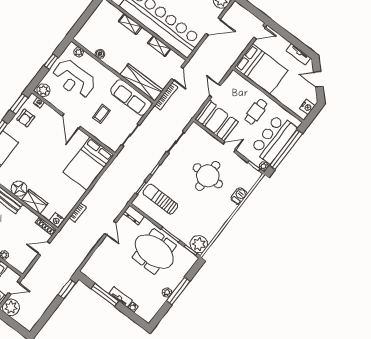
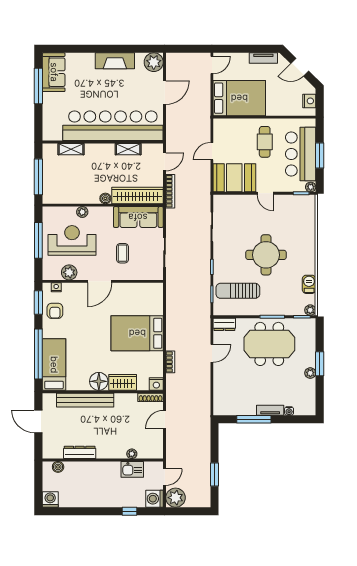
window: (84, 18) -> (38, 177), added
shelving: (130, 24) -> (71, 149), moved
plant: (79, 52) -> (82, 212), moved
boiler: (100, 54) -> (105, 198), moved
window: (51, 62) -> (38, 240), width x2.17
door: (177, 74) -> (165, 162), hinge flipped
reception desk: (74, 79) -> (72, 240), turned 180
plant: (43, 90) -> (69, 272), moved
door: (215, 91) -> (212, 151), hinge flipped
door: (71, 121) -> (100, 281), hinge flipped
door: (229, 147) -> (265, 193), swing flipped
window: (286, 150) -> (320, 156), width x0.47
bed: (88, 164) -> (137, 333), moved, turned 90
round table: (208, 176) -> (266, 255), moved
barbecue: (239, 196) -> (309, 284), moved
door: (110, 228) -> (212, 353), hinge flipped
plant: (199, 244) -> (310, 310), width x0.53, depth x0.53
window: (67, 289) -> (214, 475), moved
window: (178, 291) -> (320, 364), width x0.69

